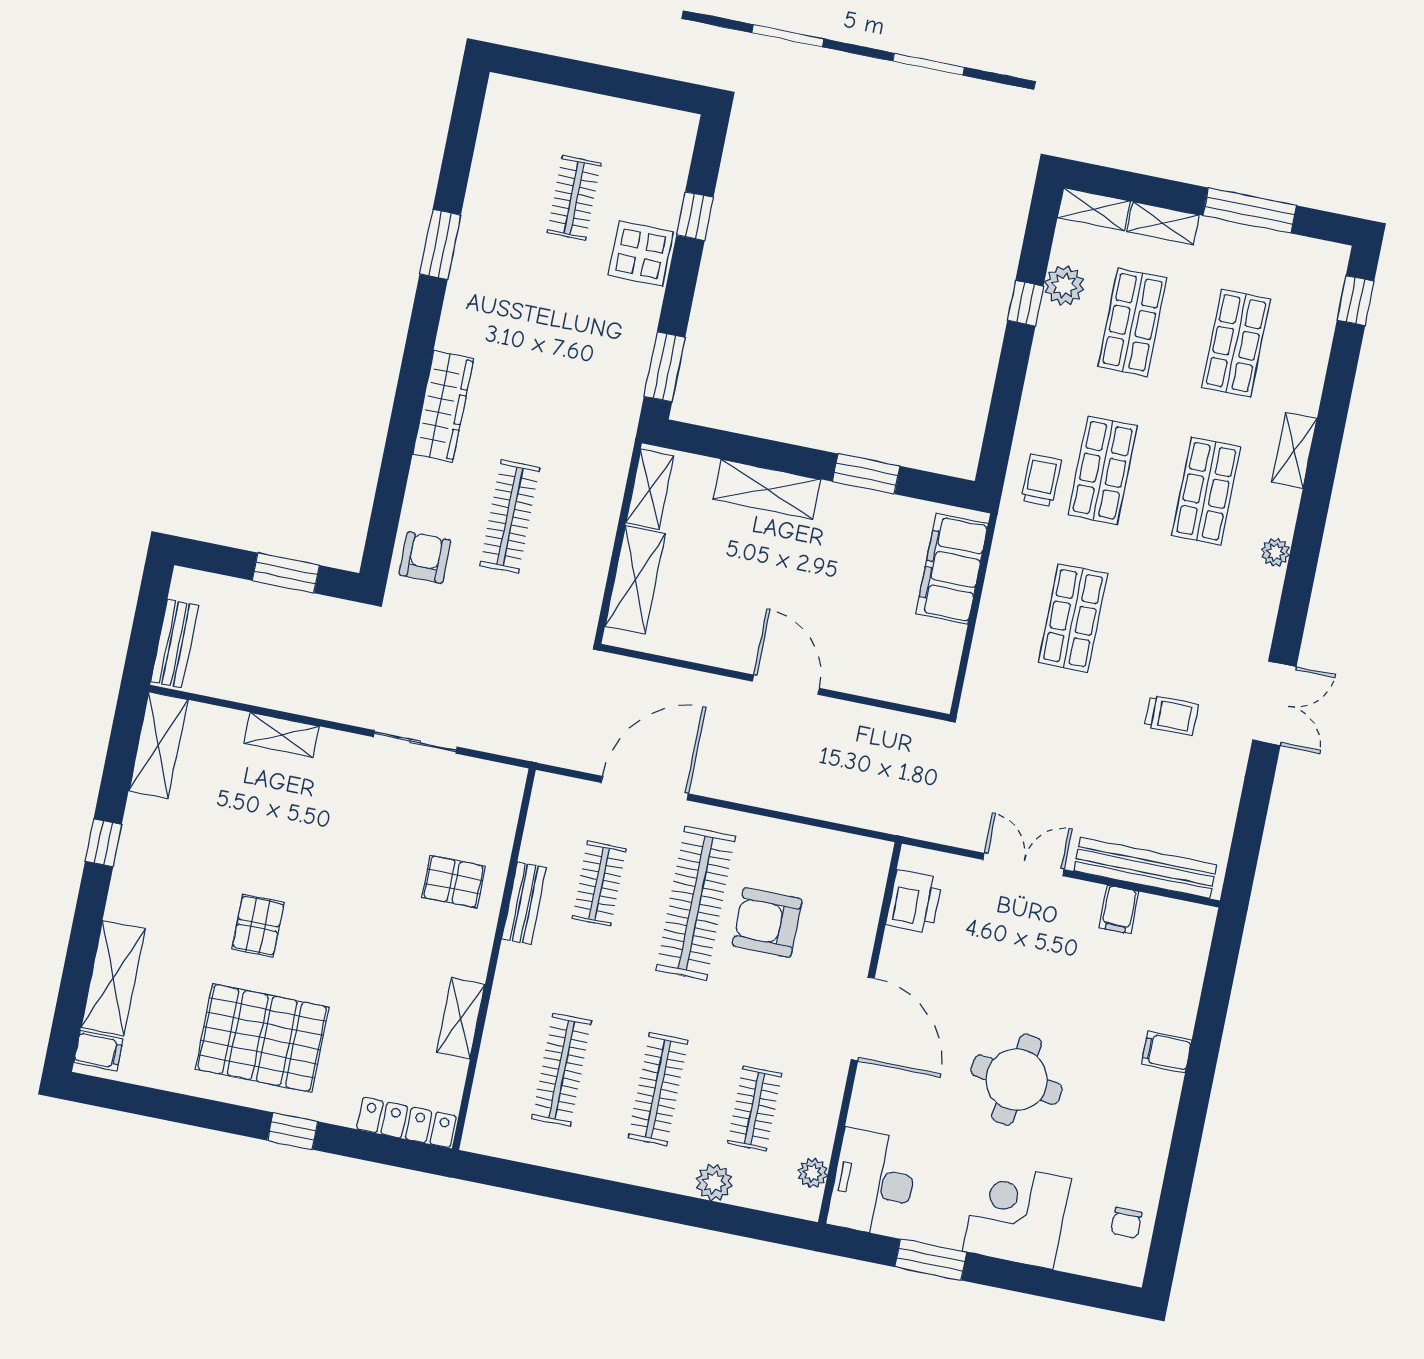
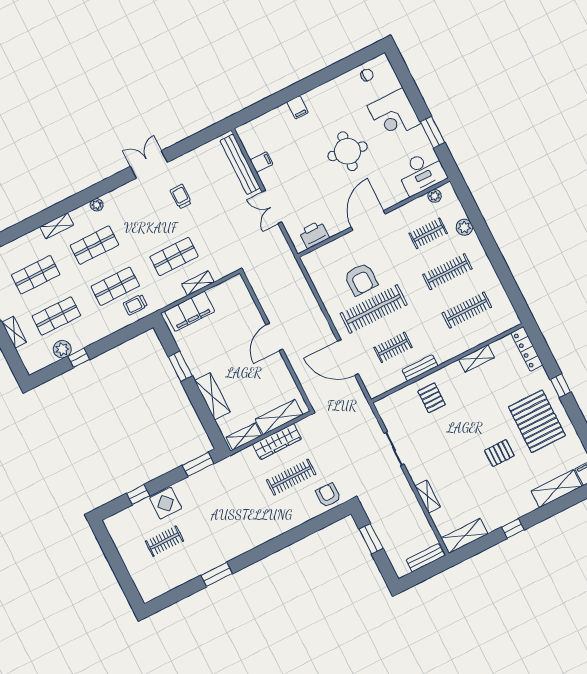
shelving: (1094, 209) -> (198, 283), moved, turned 90
wardrobe: (443, 406) -> (277, 442), moved, turned 180
armchair: (425, 557) -> (328, 495), turned 90

